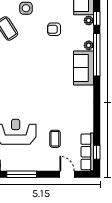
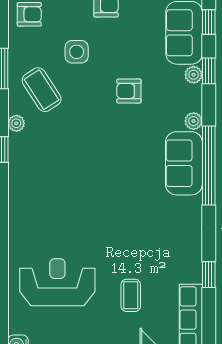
window: (97, 55) -> (209, 165), moved
window: (97, 152) -> (209, 275), moved

